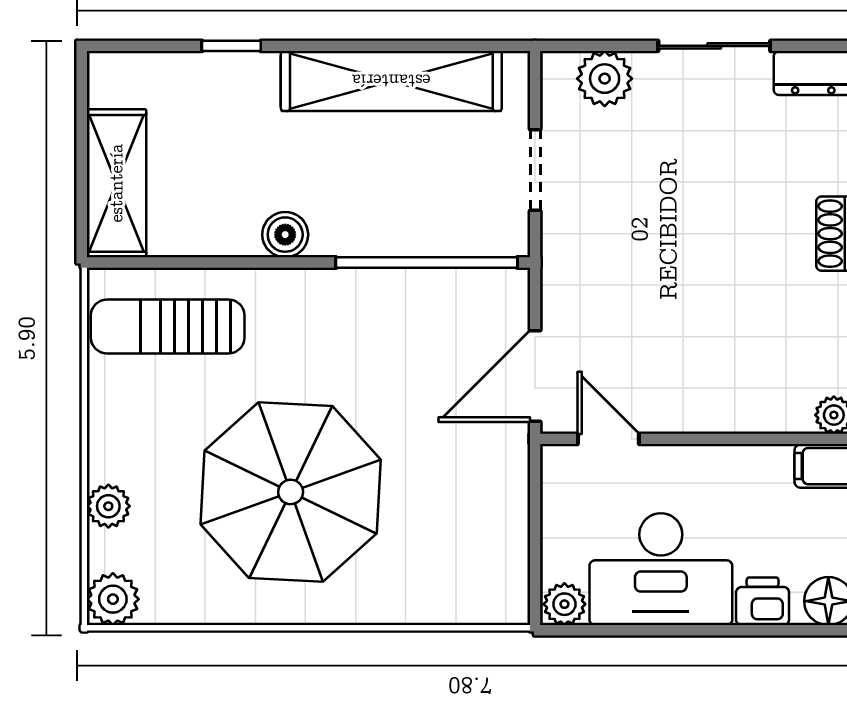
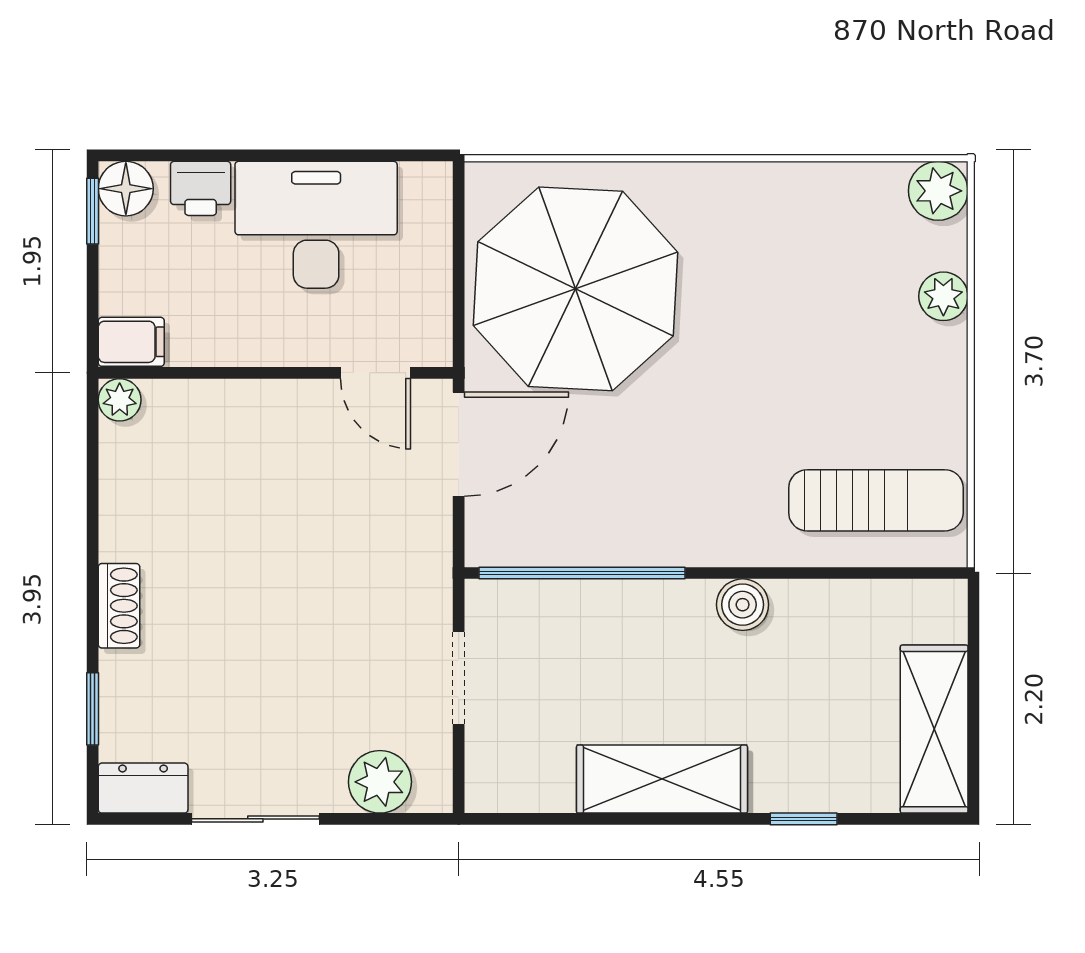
shelving: (391, 81) -> (662, 779), width x0.68
shelving: (116, 183) -> (934, 729), moved
parasol: (291, 492) -> (576, 289), moved
plant: (564, 604) -> (425, 185), removed

